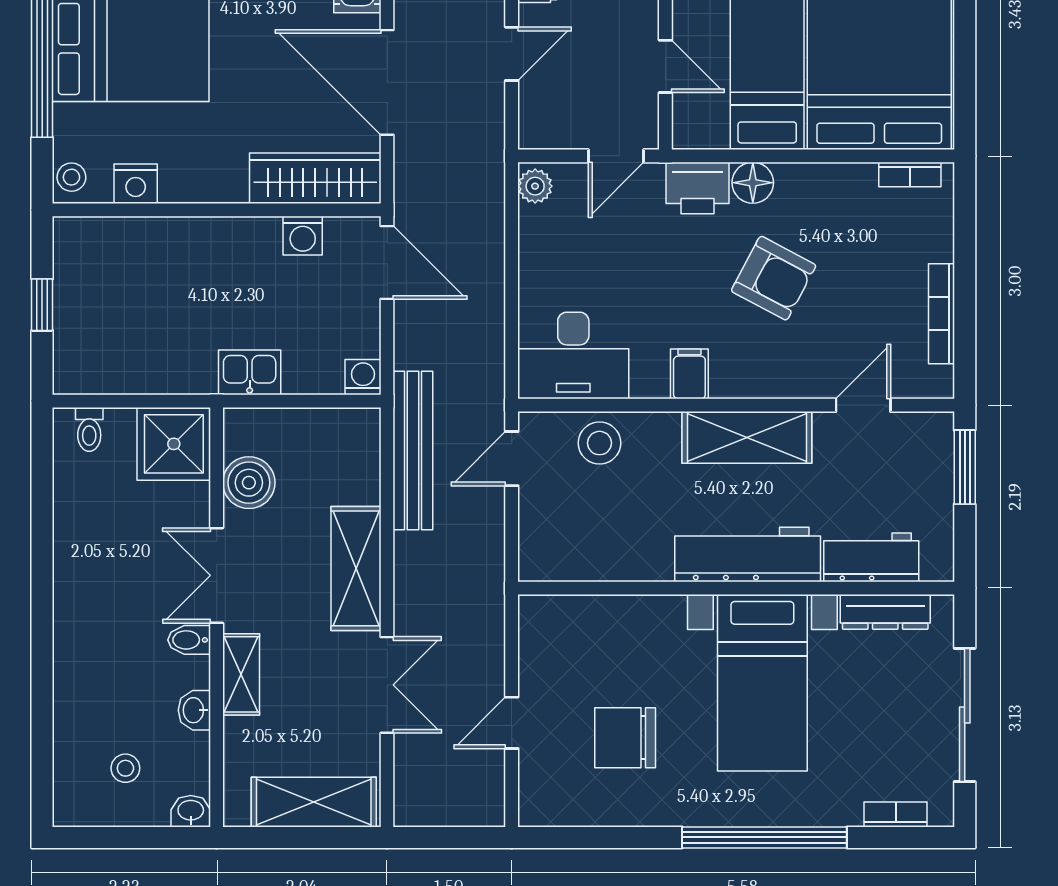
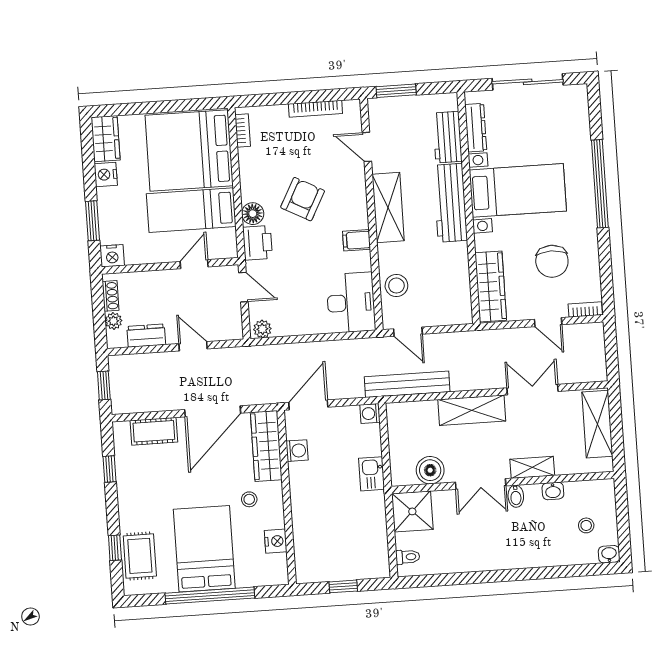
stool: (71, 177) -> (249, 499), moved
wardrobe: (586, 620) -> (491, 286), added
washbasin: (191, 811) -> (609, 554), moved, turned 90
bookcase: (896, 815) -> (585, 309), moved, turned 90

